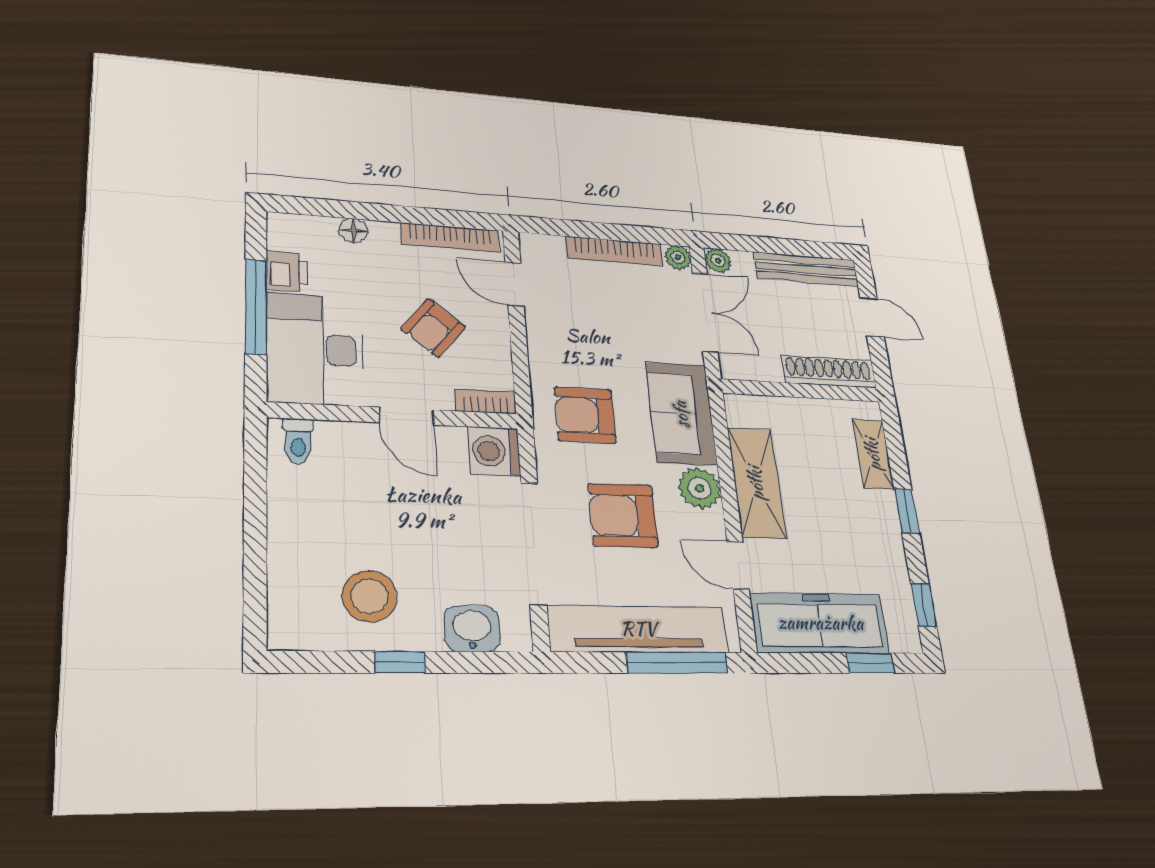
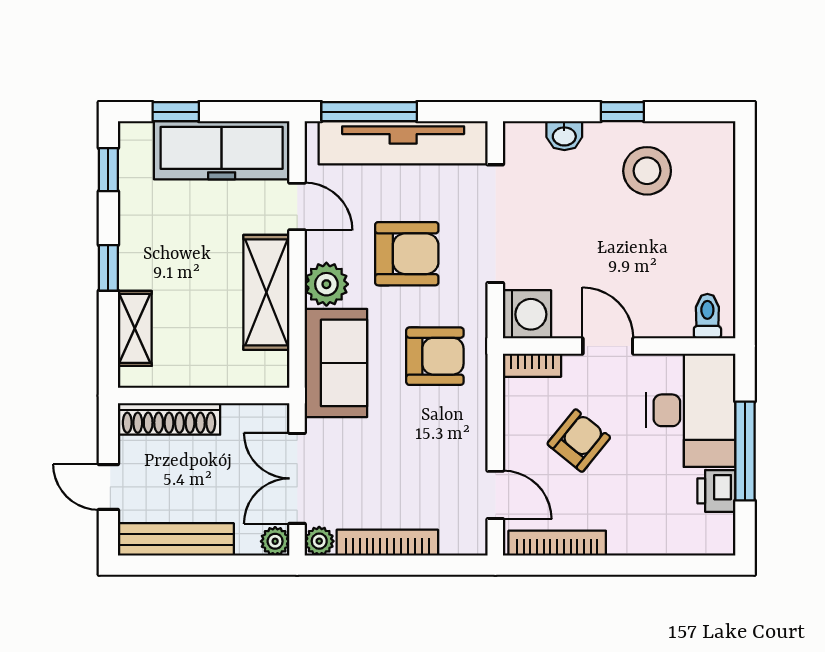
floor lamp: (353, 230) -> (653, 542), removed
washbasin: (472, 629) -> (564, 136), width x0.72, depth x0.69

